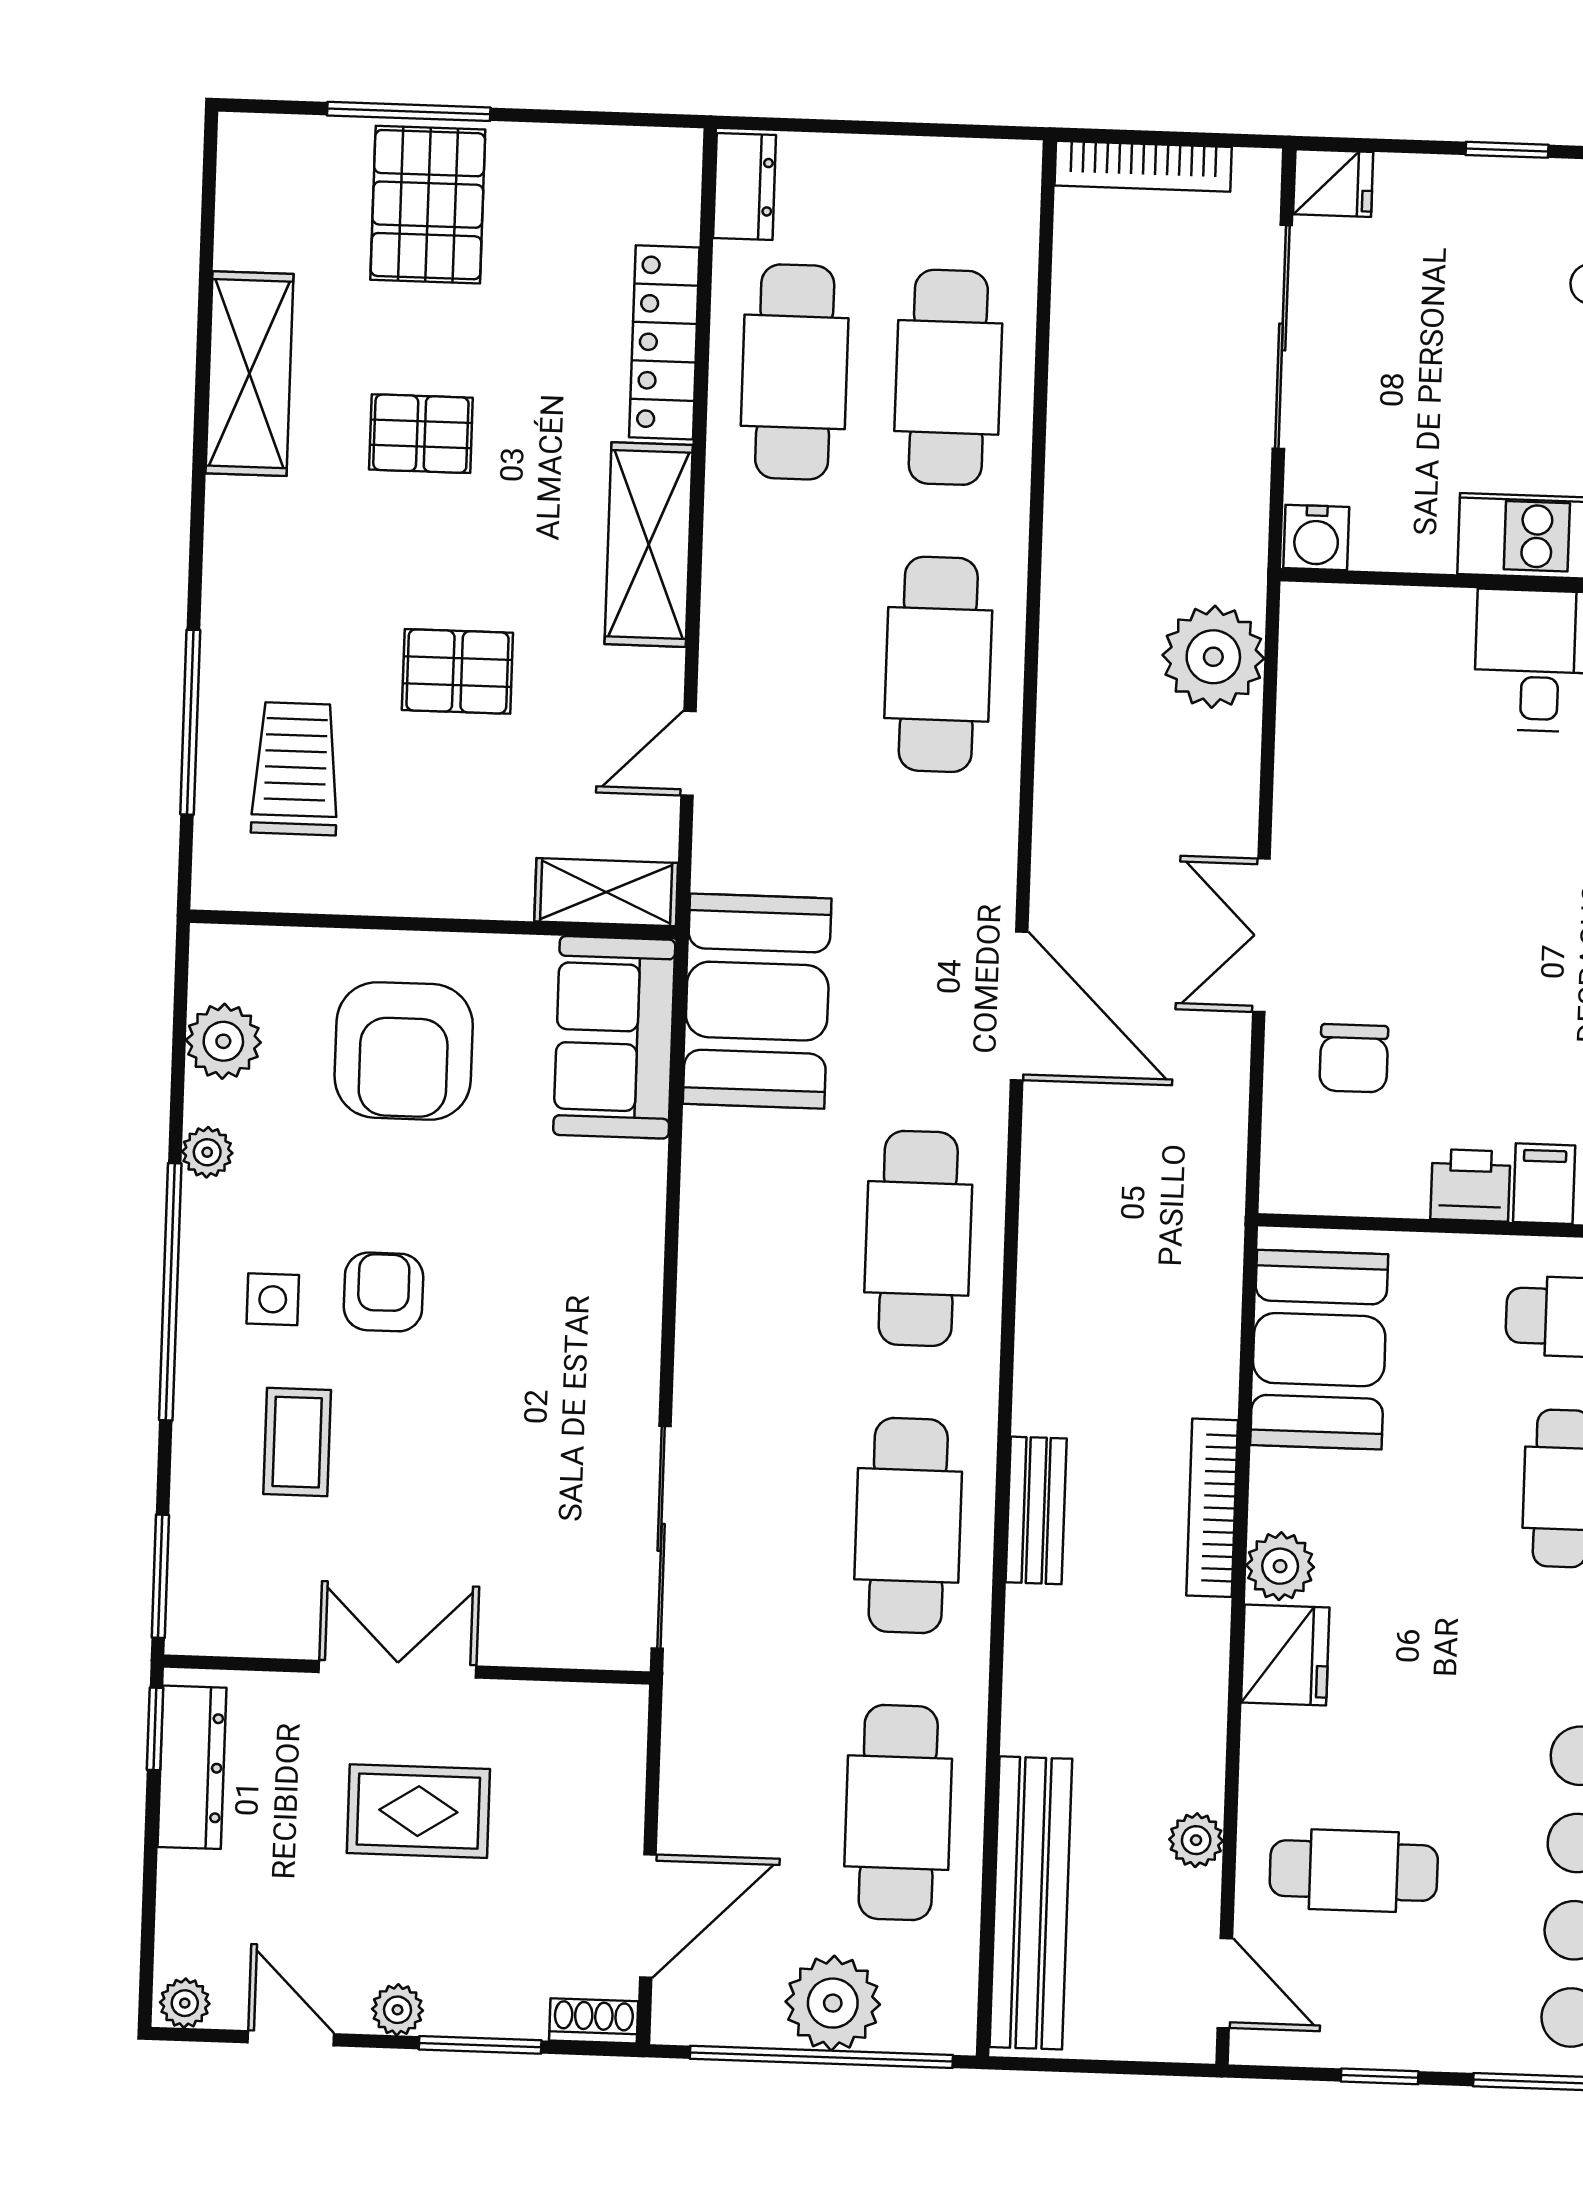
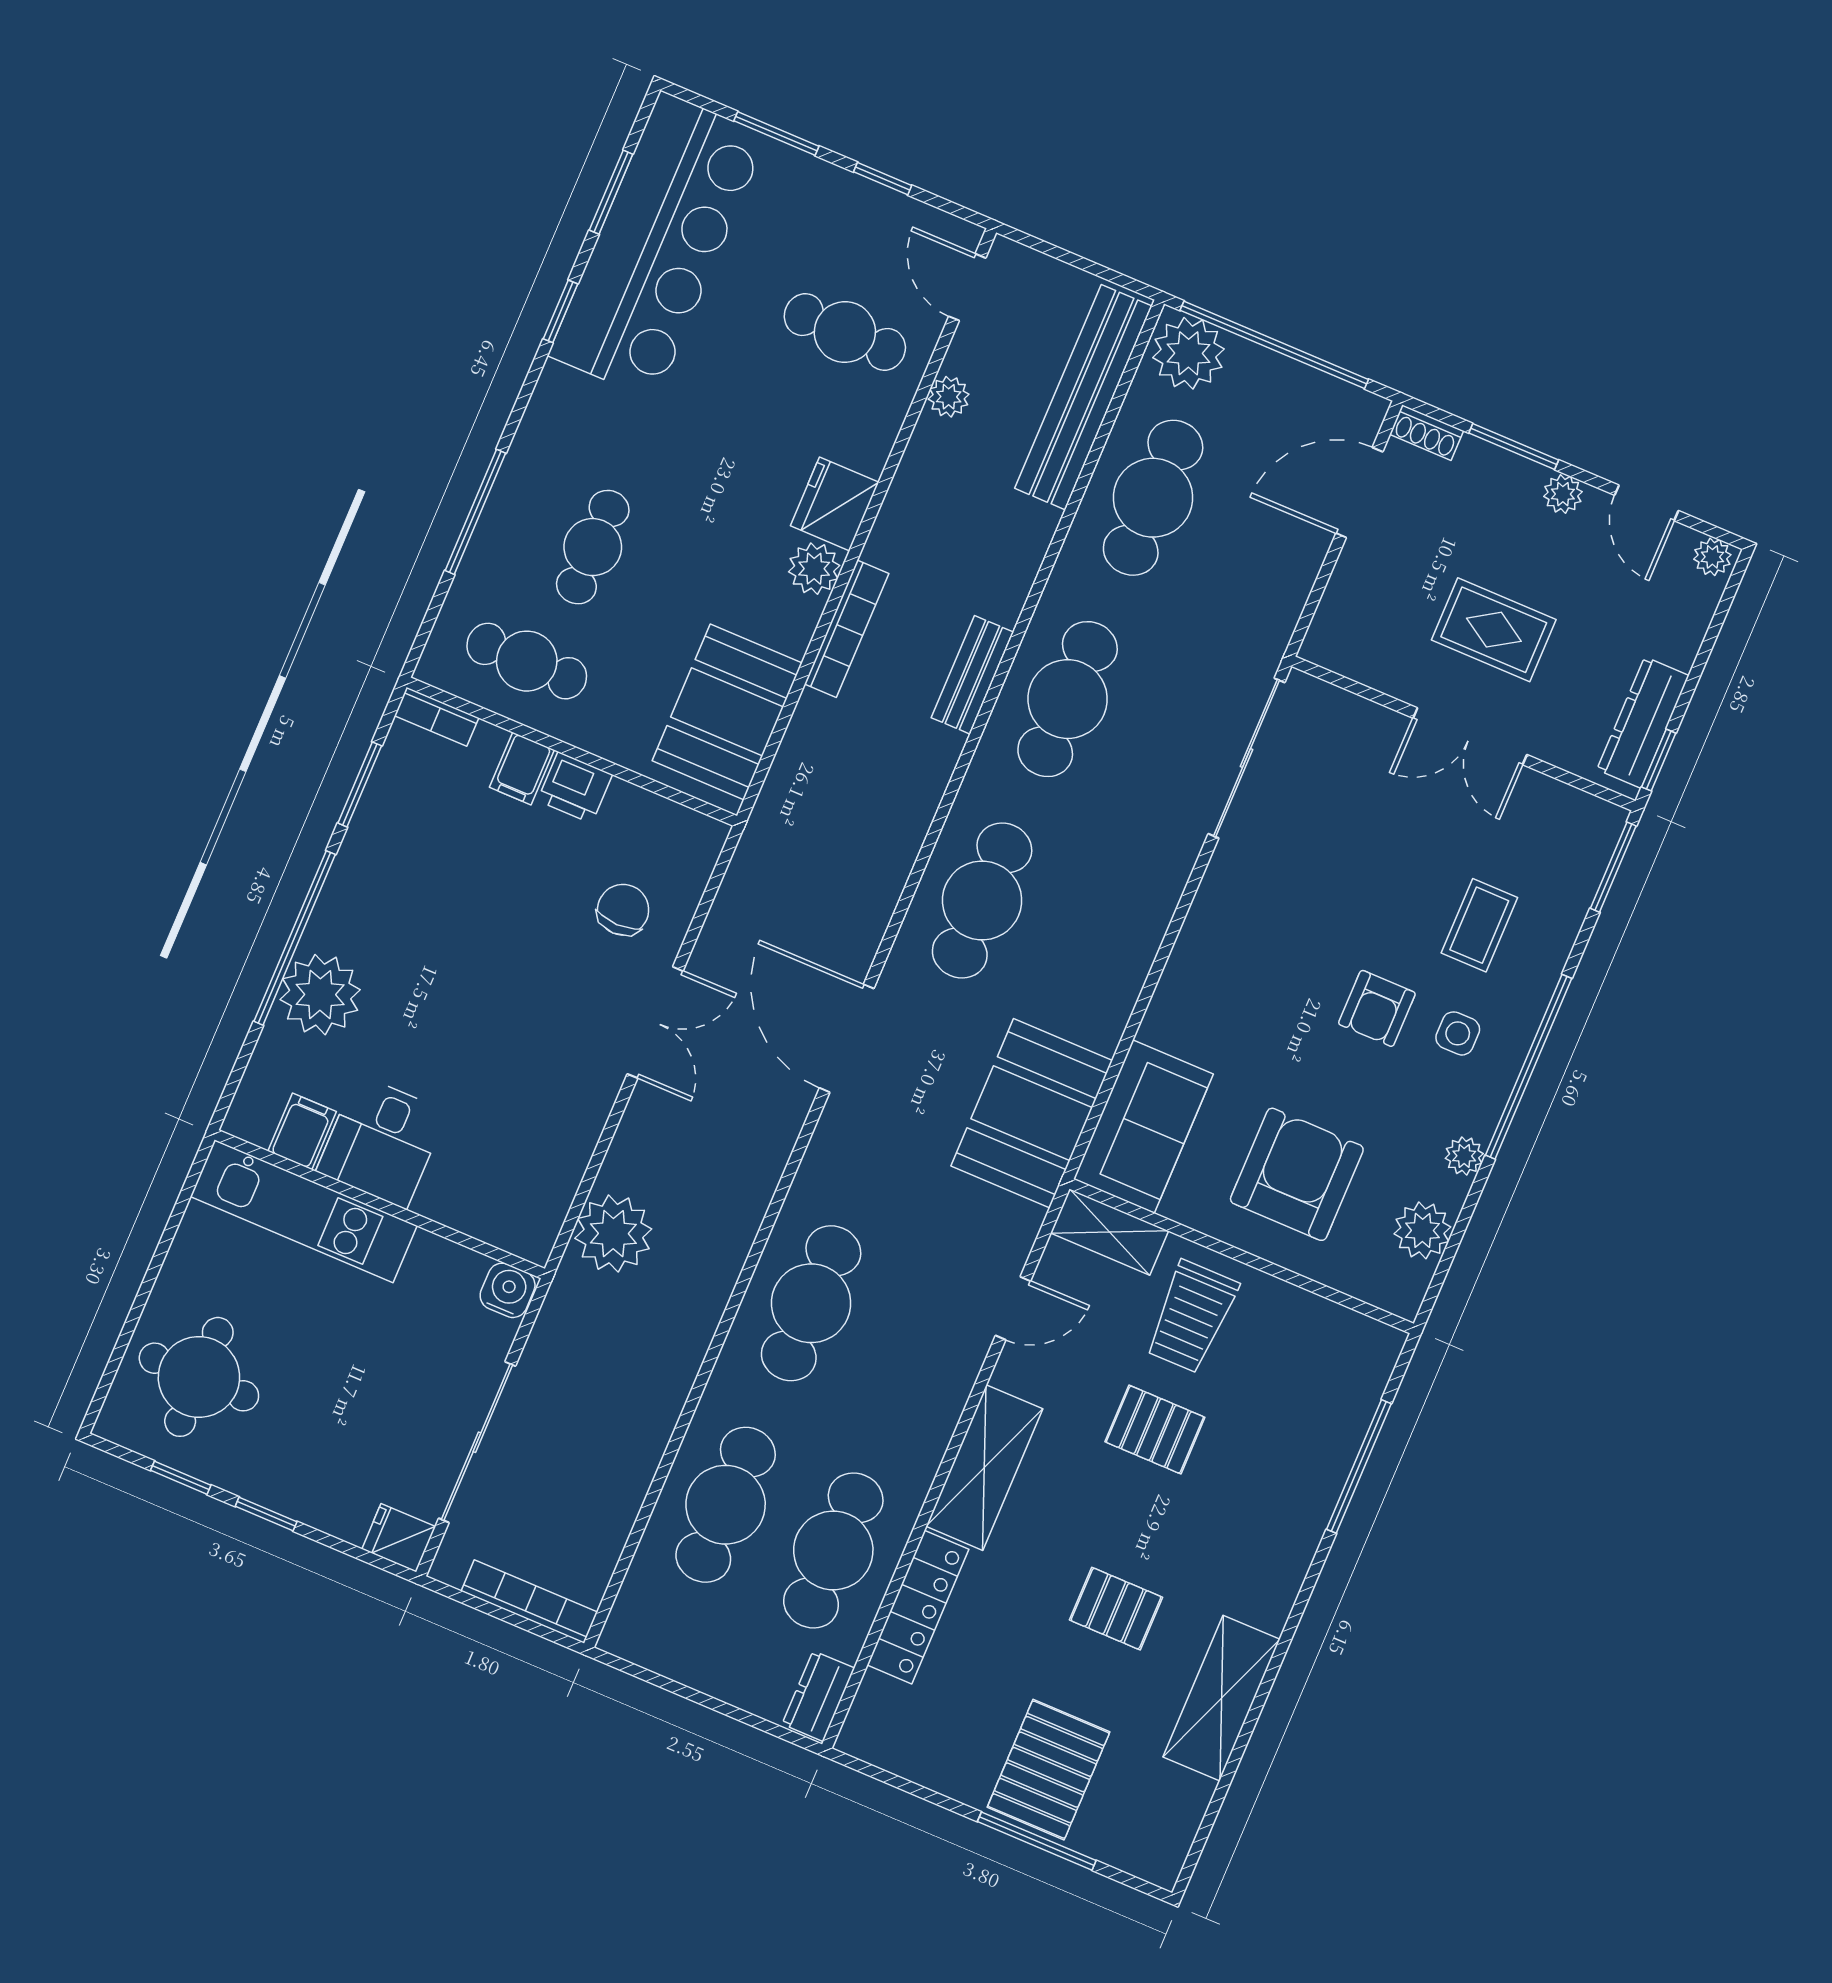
trolley: (296, 769) -> (1191, 1317), moved
plant: (833, 2003) -> (1188, 353), moved

